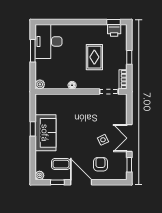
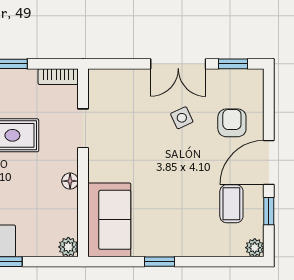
doorway: (109, 92) -> (83, 128), moved
sofa: (45, 133) -> (109, 220), moved, turned 90
armchair: (100, 164) -> (232, 123), turned 90

